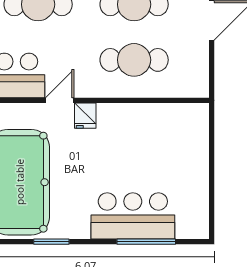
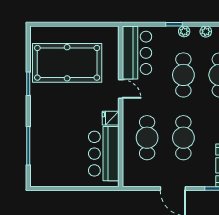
fridge: (85, 116) -> (111, 118), moved
bar counter: (133, 216) -> (104, 154), moved, turned 180

